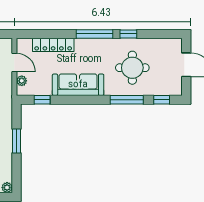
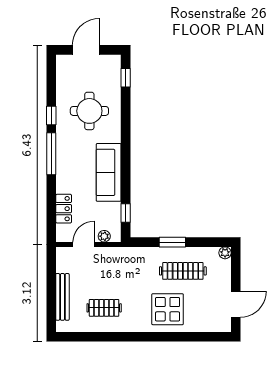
locker: (53, 45) -> (64, 209), width x0.66
window: (127, 100) -> (126, 117), removed

